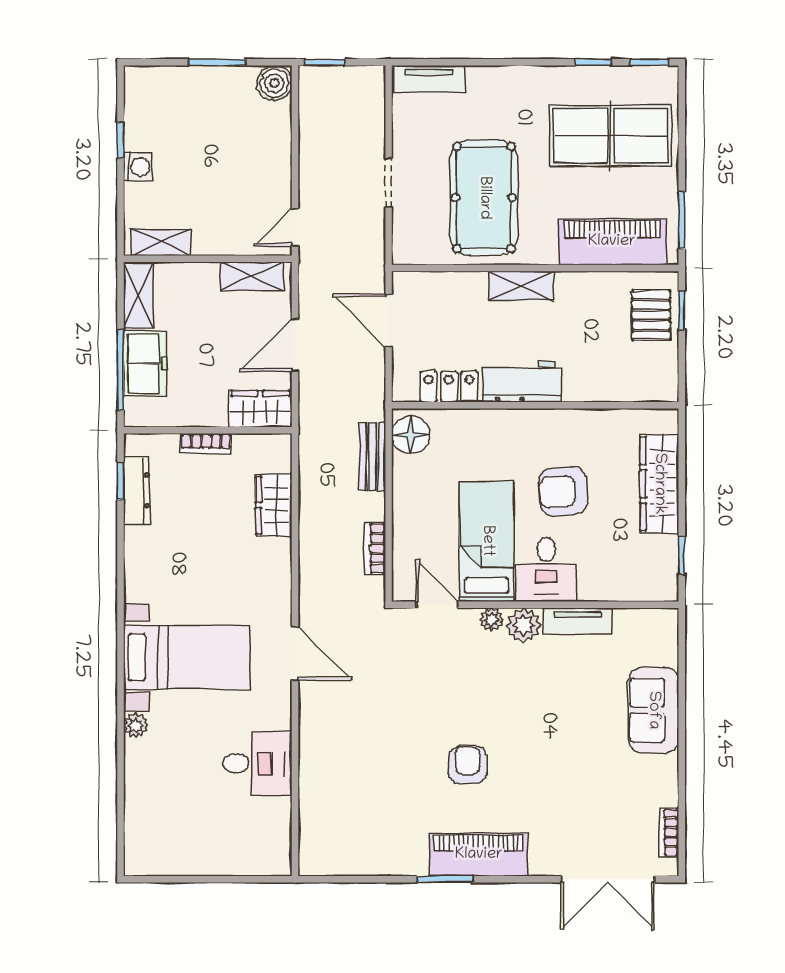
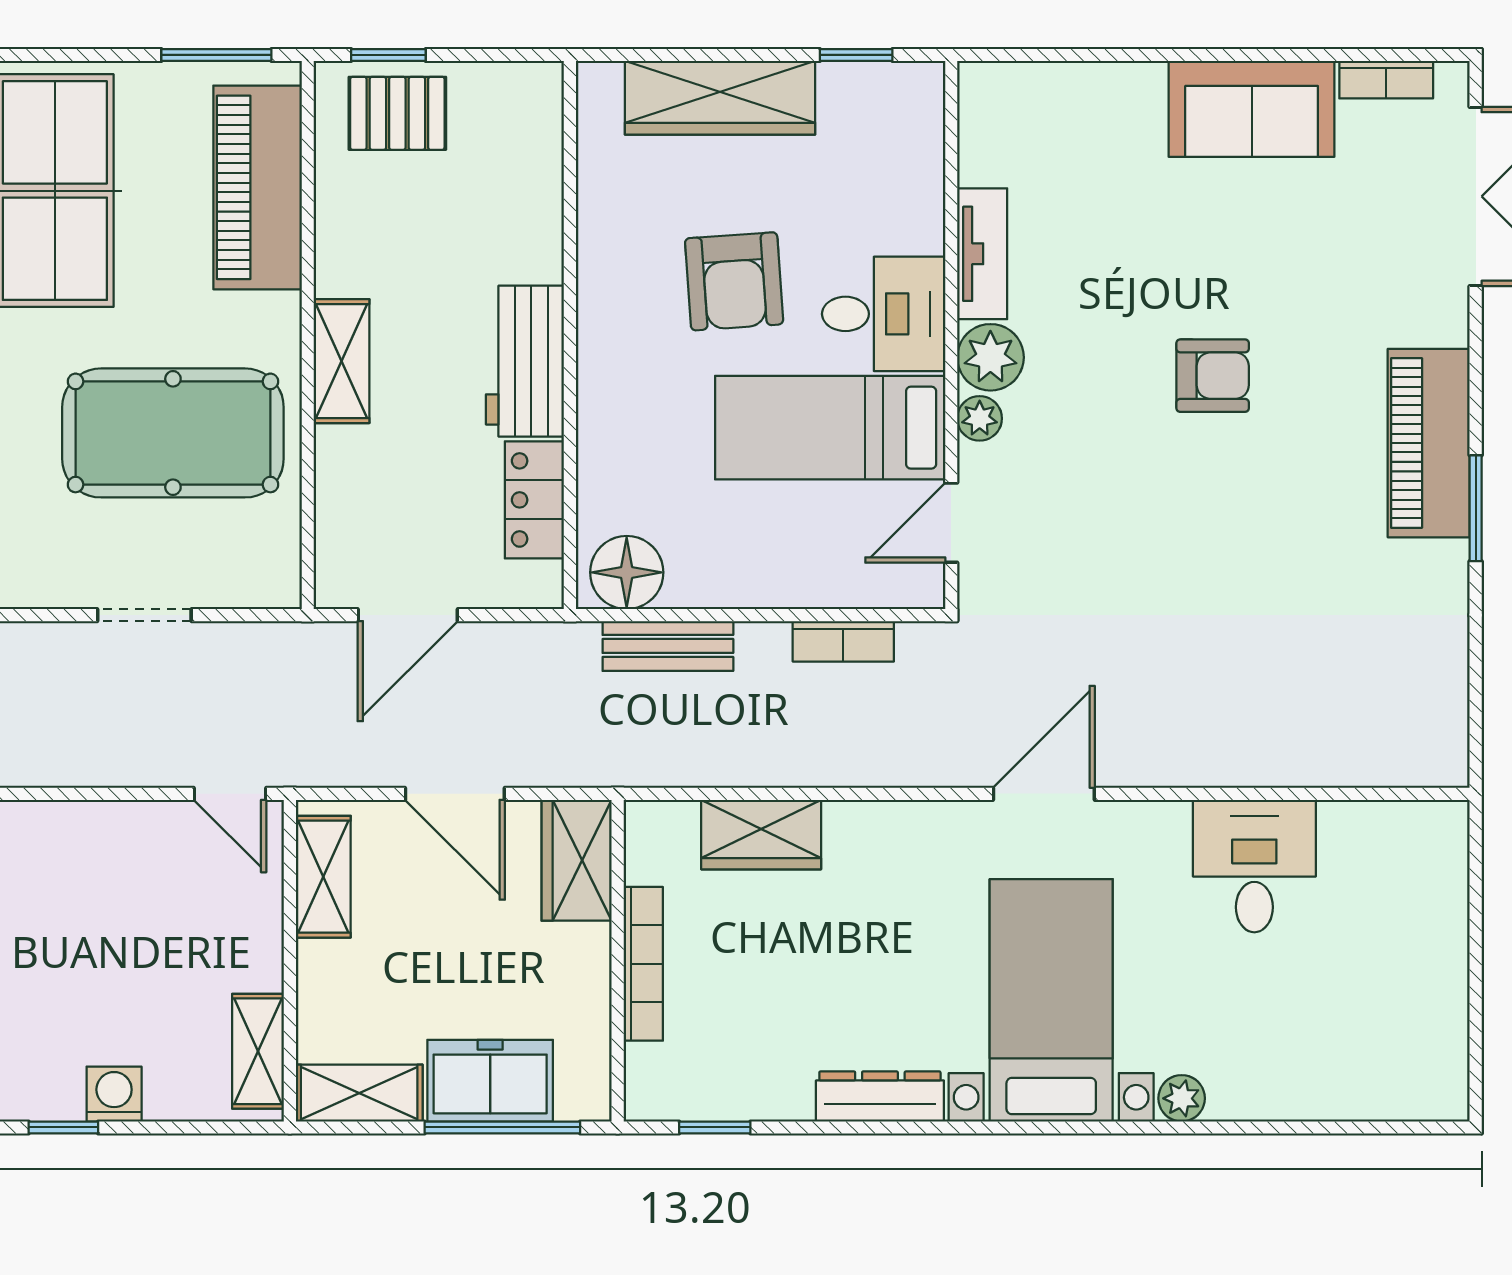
bookcase: (206, 444) -> (643, 964), width x1.56
dresser: (137, 490) -> (880, 1096), moved
sofa: (653, 710) -> (1252, 109), moved
armchair: (468, 765) -> (1213, 376), moved, turned 180

